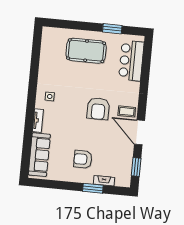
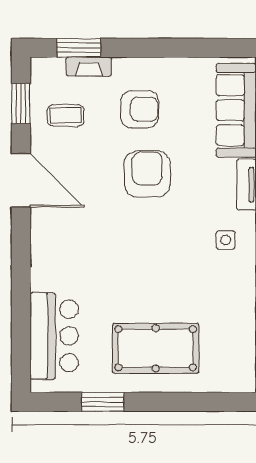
armchair: (98, 109) -> (147, 174), moved
coffee table: (127, 111) -> (66, 115), moved
window: (93, 188) -> (79, 48), moved

